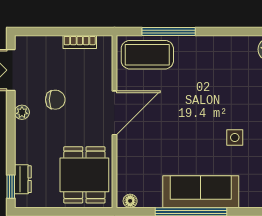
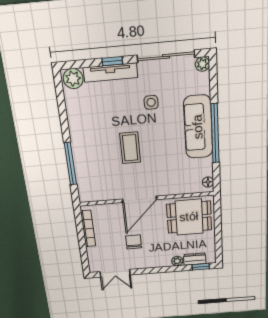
bookcase: (80, 42) -> (88, 229), width x1.56
coffee table: (147, 55) -> (130, 148), moved, width x0.73, depth x0.76
plant: (22, 112) -> (177, 261), moved
door: (114, 113) -> (140, 199), swing flipped

